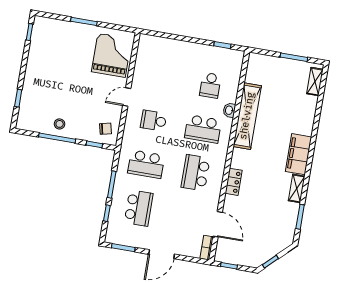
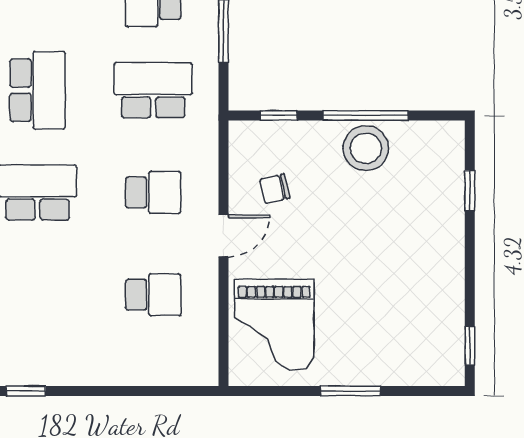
school desk: (210, 85) -> (153, 295), moved, turned 90
stool: (60, 124) -> (366, 148), width x1.89, depth x1.89
chair: (105, 129) -> (275, 189), moved

